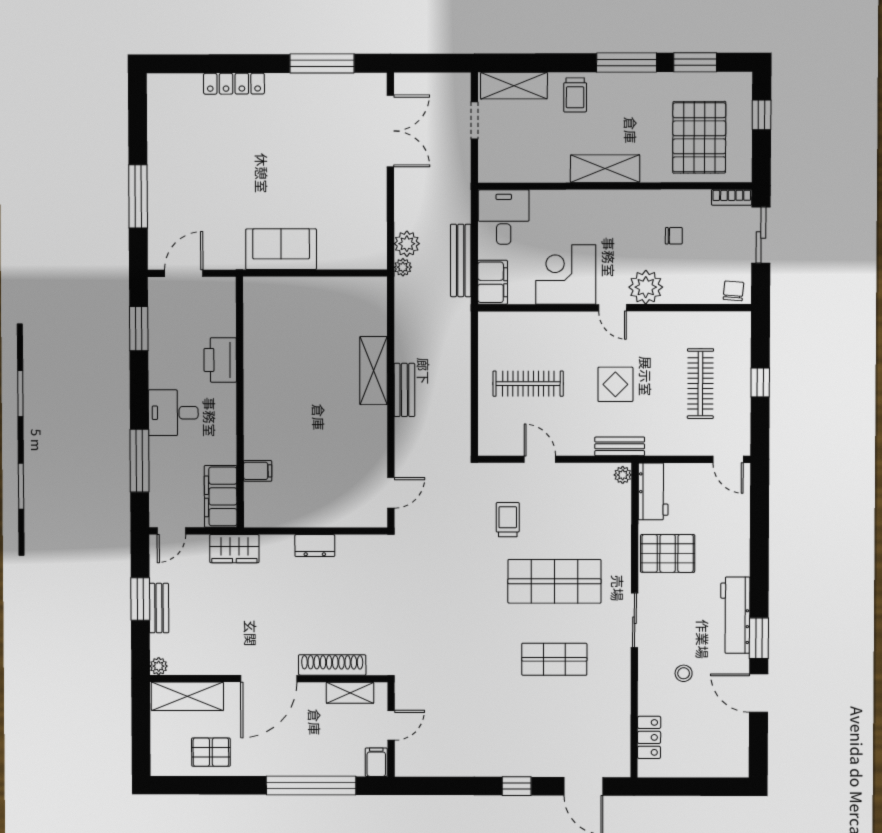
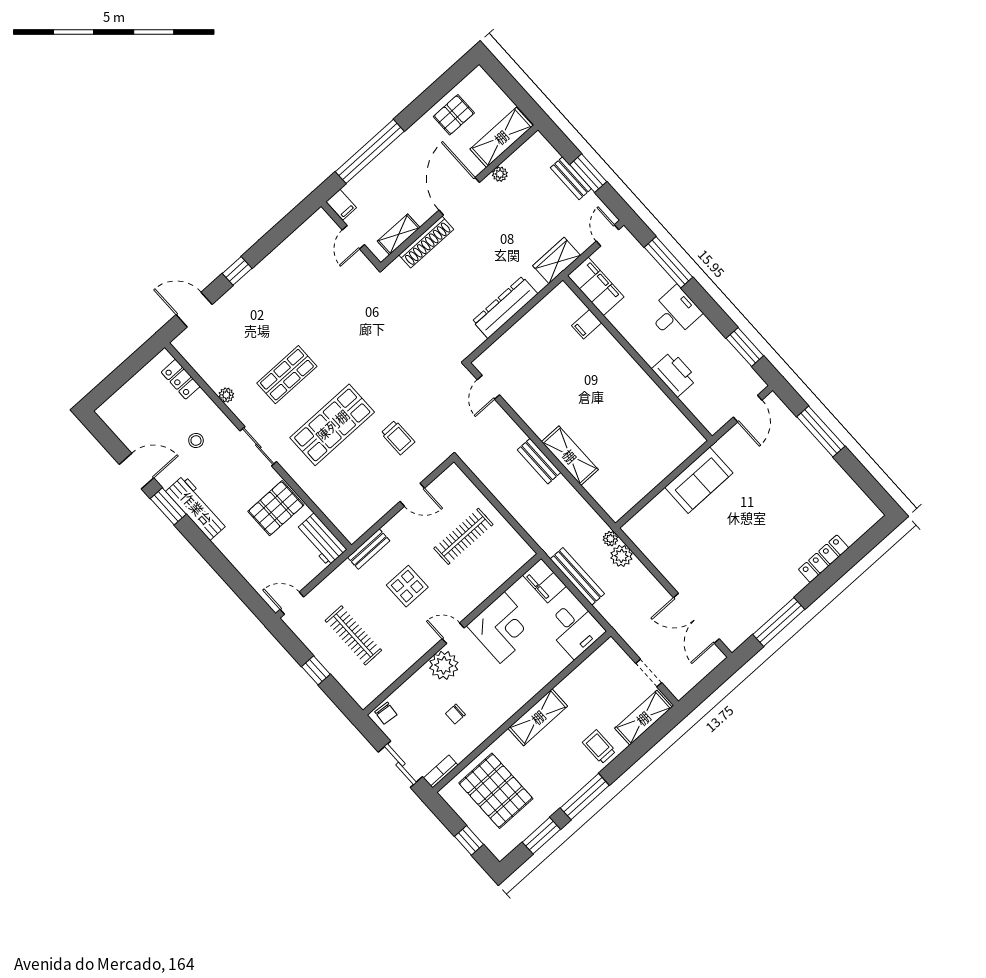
plant: (623, 475) -> (226, 395), moved
dresser: (315, 546) -> (505, 307), width x1.96, depth x1.24
plant: (159, 666) -> (500, 174), moved

